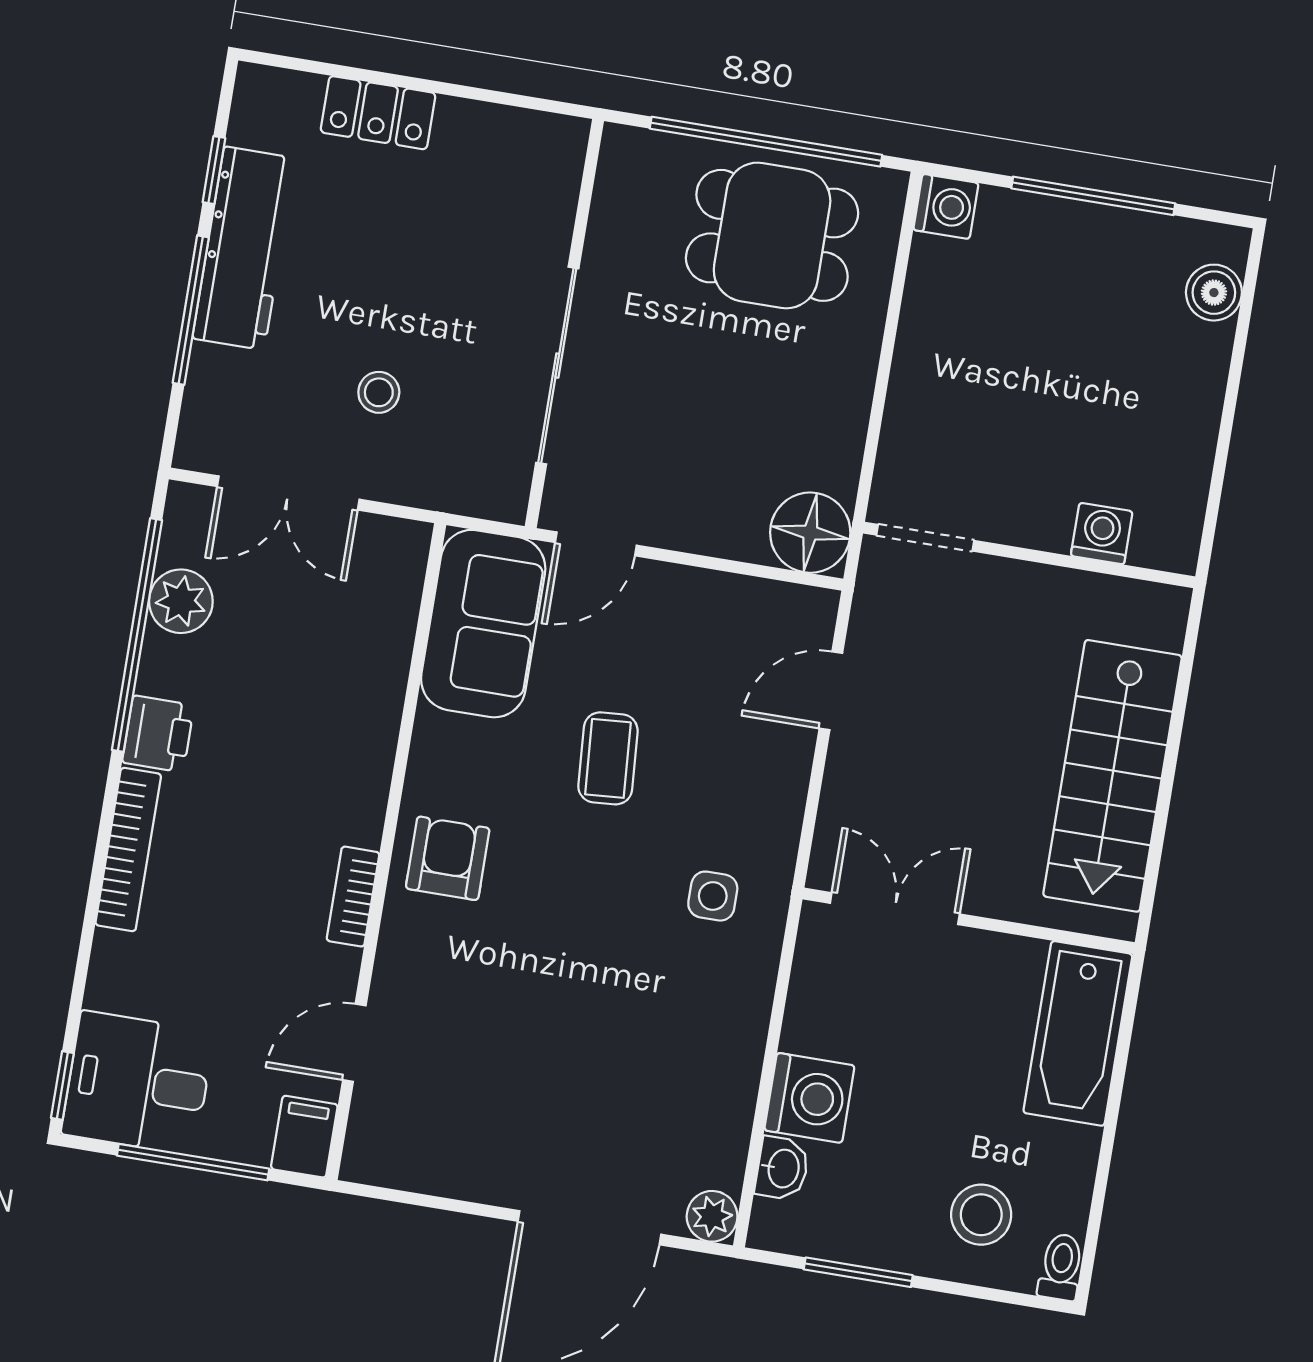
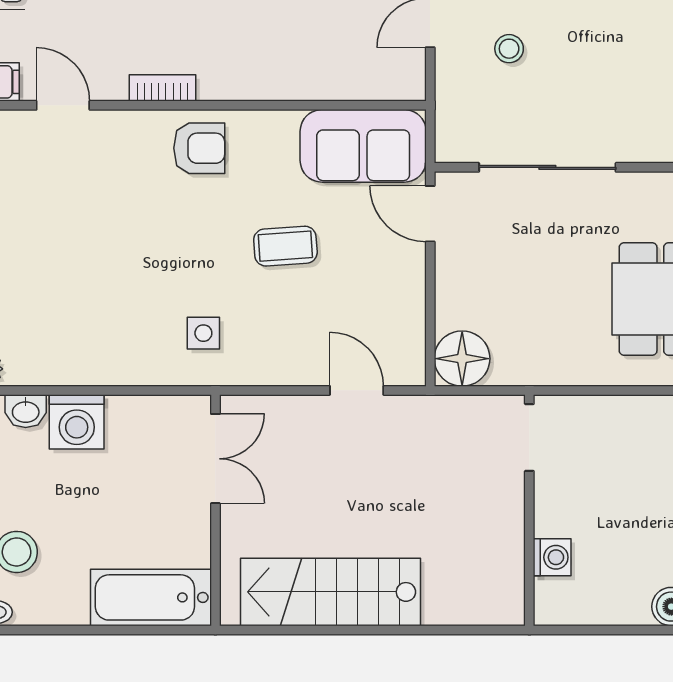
washing machine: (1102, 534) -> (552, 557), moved
doorway: (925, 538) -> (529, 438), moved
wall: (1029, 555) -> (529, 510), moved

